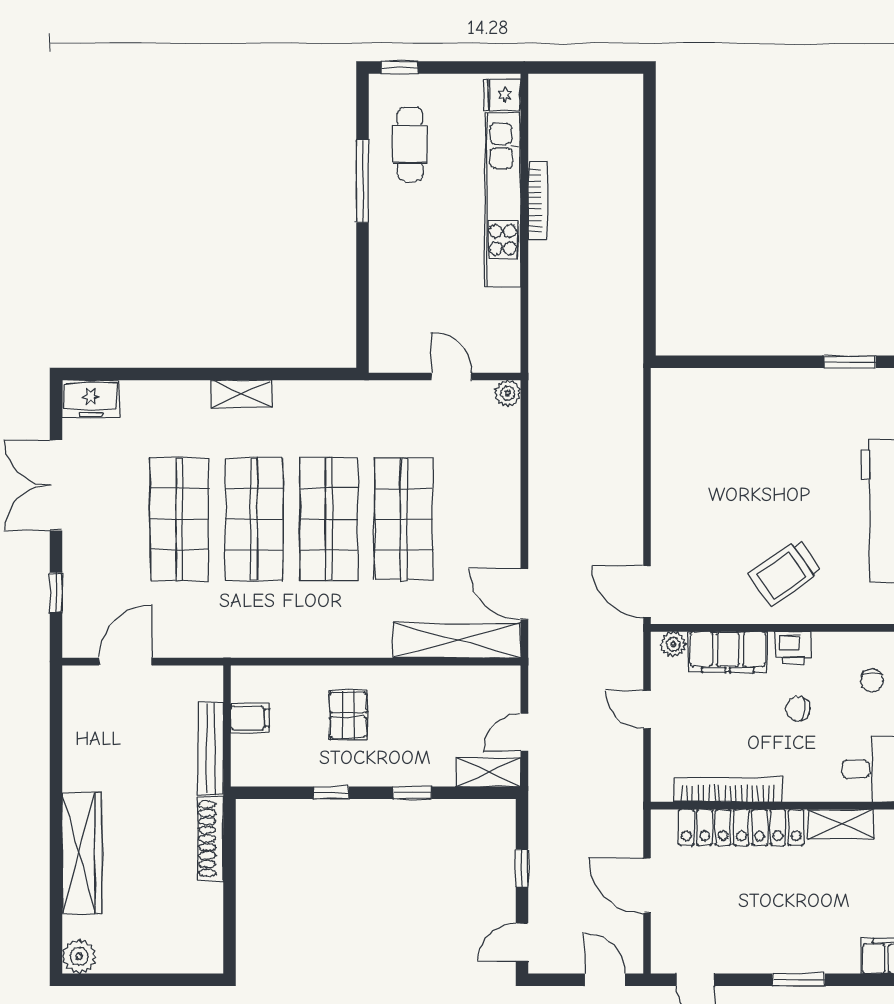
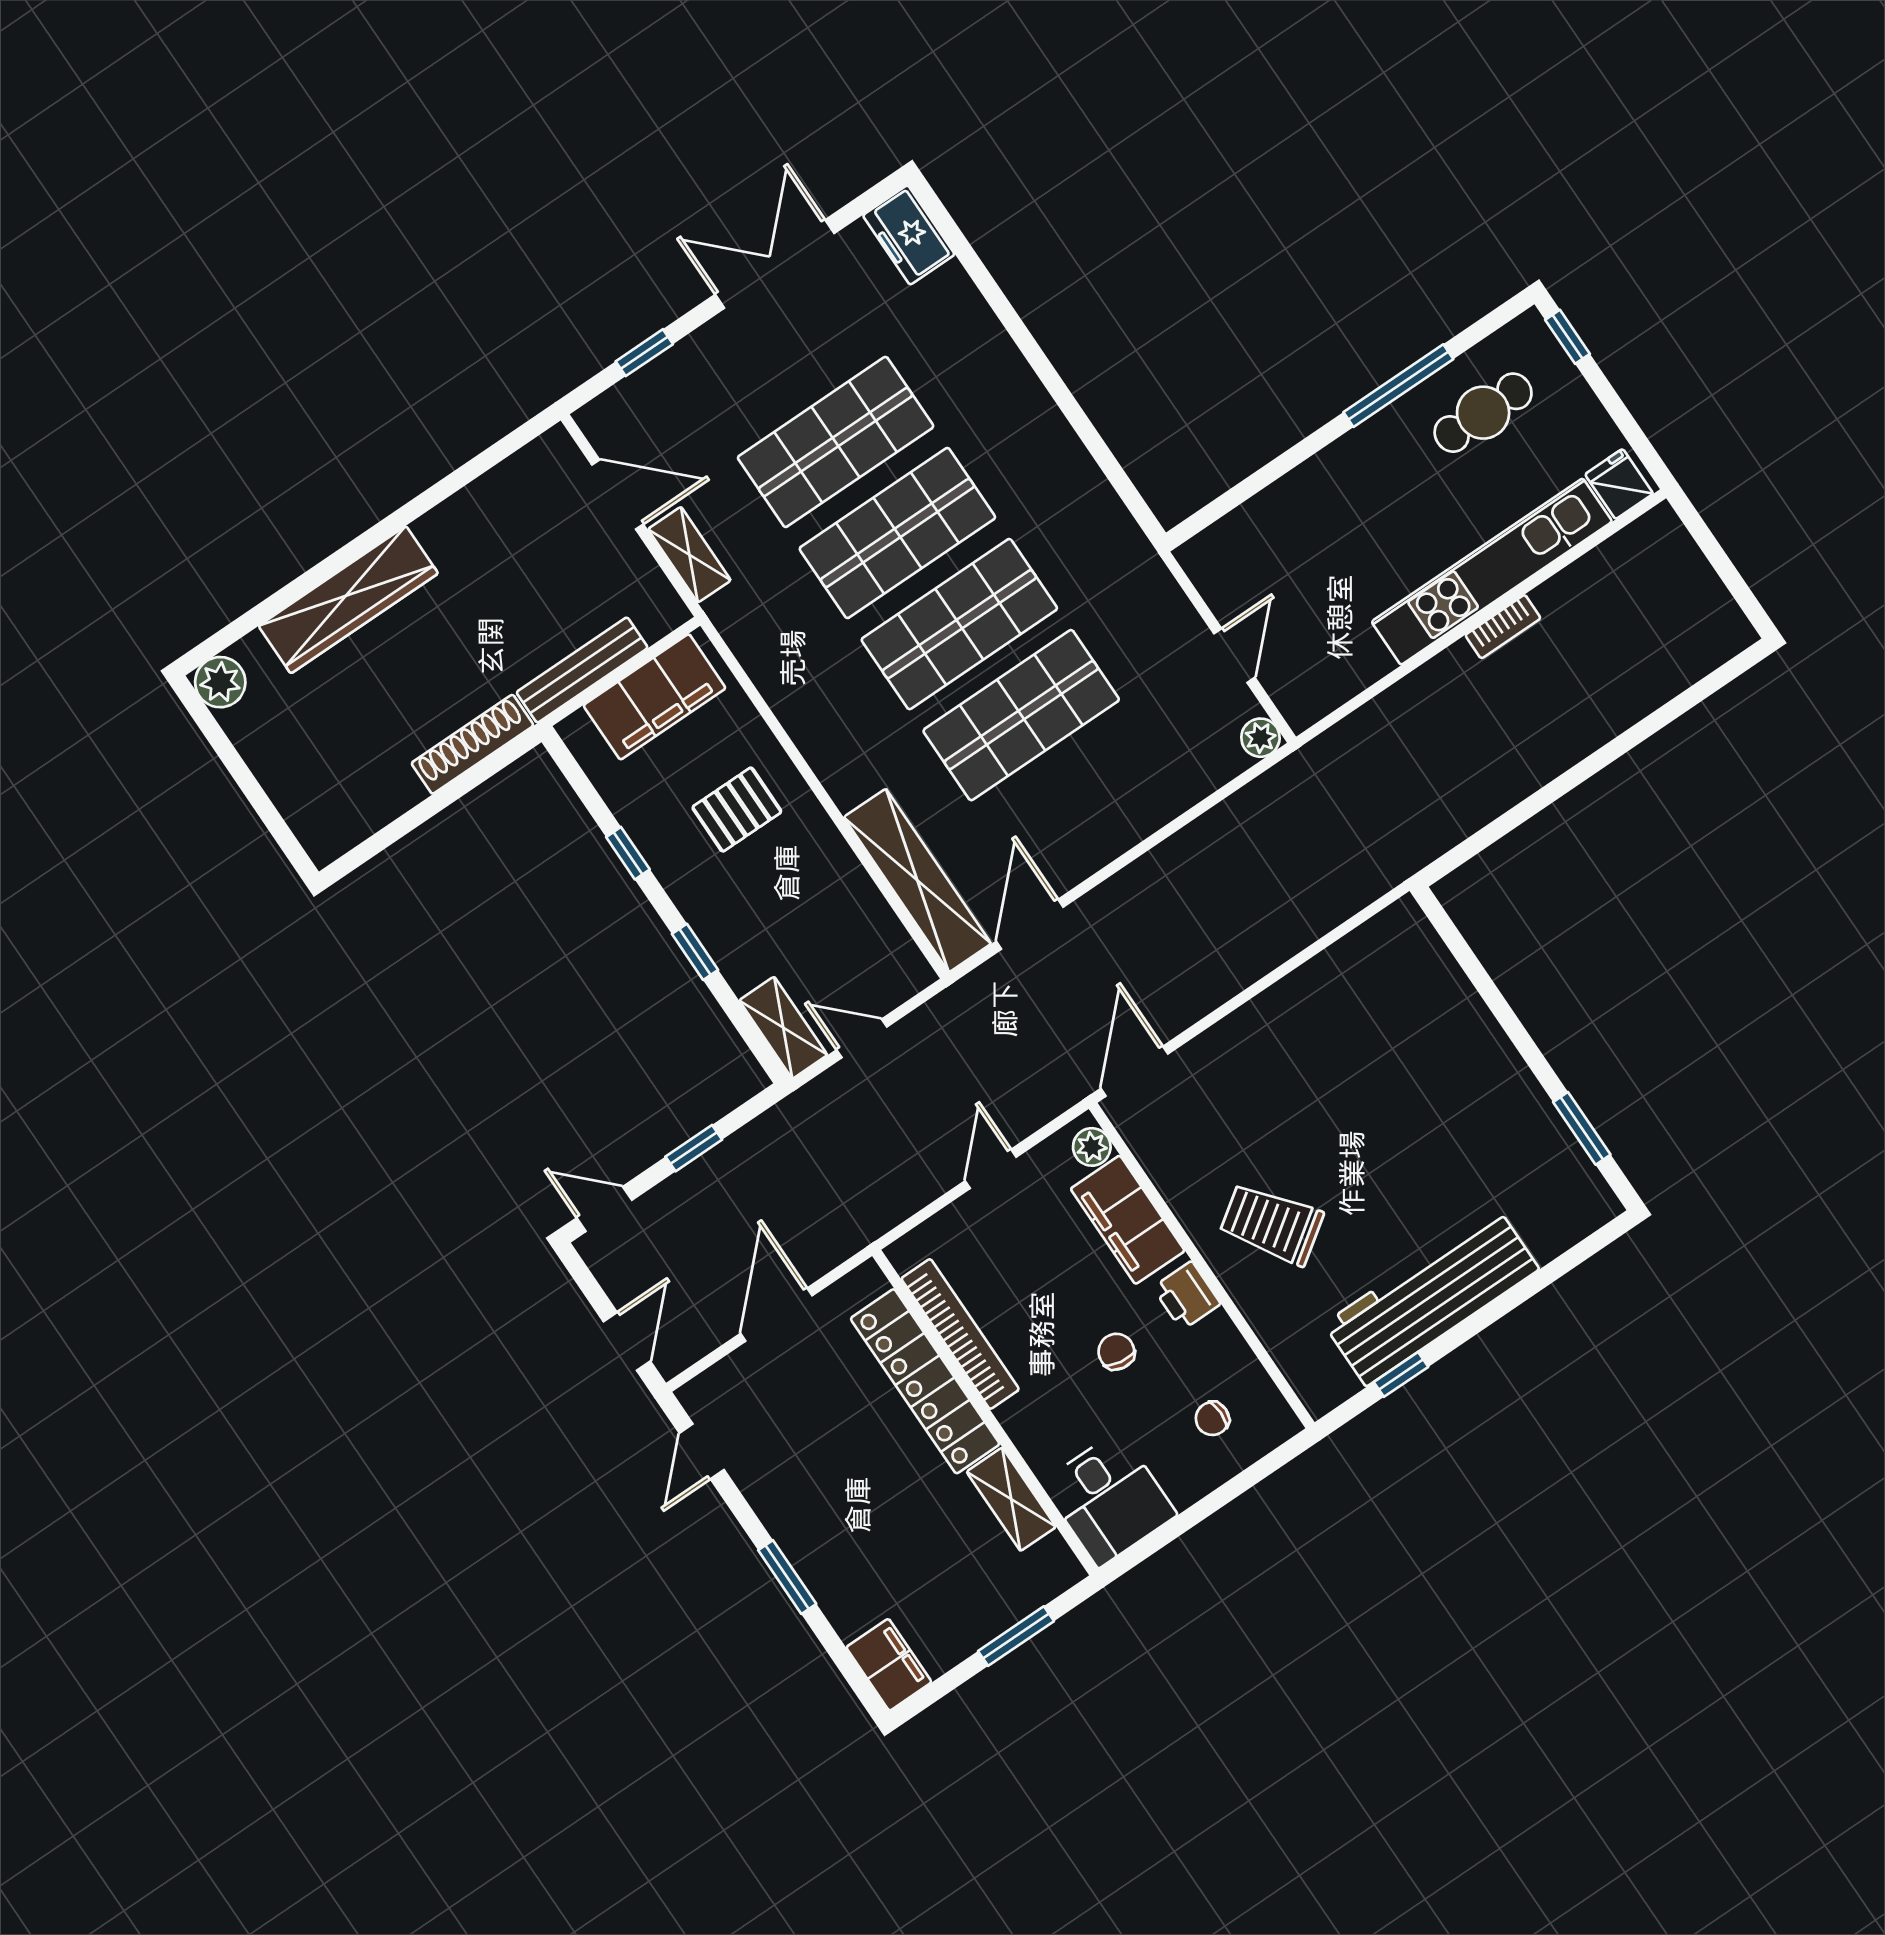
bookcase: (538, 201) -> (1503, 627), width x0.64
shelving: (242, 394) -> (689, 555), moved
filing cabinet: (250, 718) -> (655, 697), width x3.00, depth x1.17

